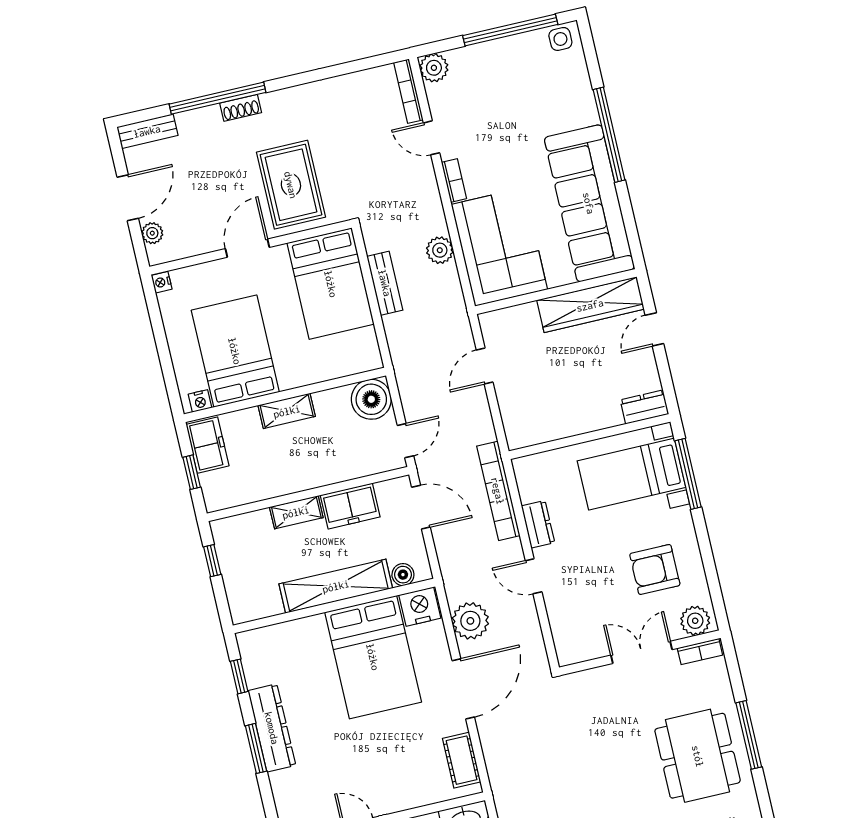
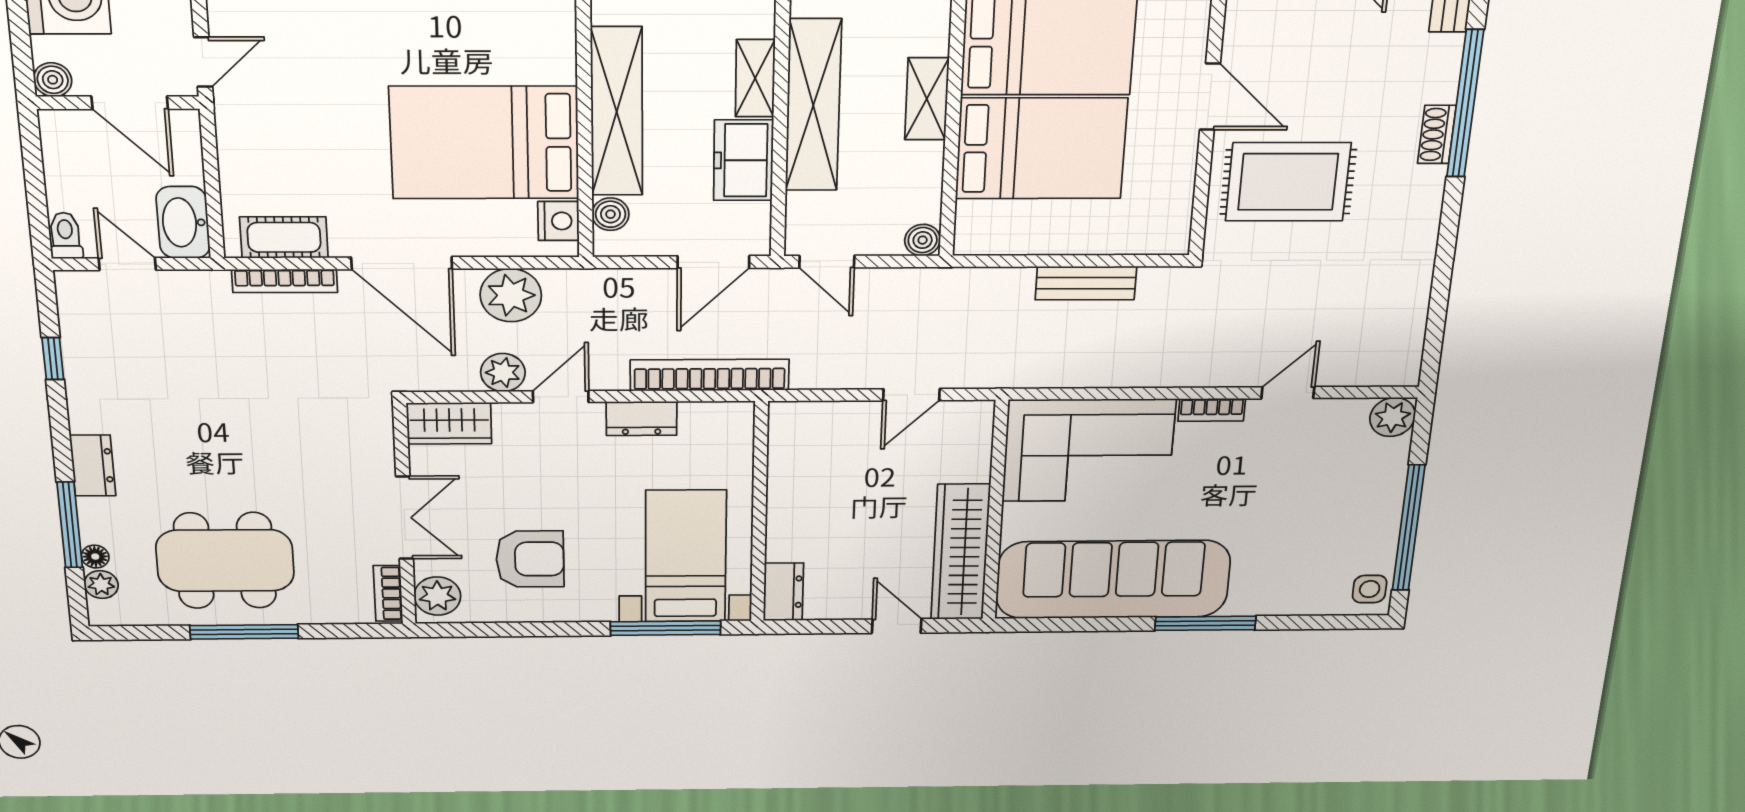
bookcase: (408, 91) -> (285, 281), moved, turned 180
window: (609, 135) -> (1205, 623), width x0.68
plant: (440, 250) -> (503, 373), moved
bed: (331, 284) -> (1041, 148), moved, turned 180
door: (485, 366) -> (911, 395), swing flipped
boiler: (371, 399) -> (923, 240), width x0.54, depth x0.54
shelving: (306, 475) -> (813, 105), added
armchair: (655, 570) -> (530, 559), turned 90
nightstand: (420, 607) -> (558, 221), width x0.74, depth x0.75
wardrobe: (567, 639) -> (449, 423), added

